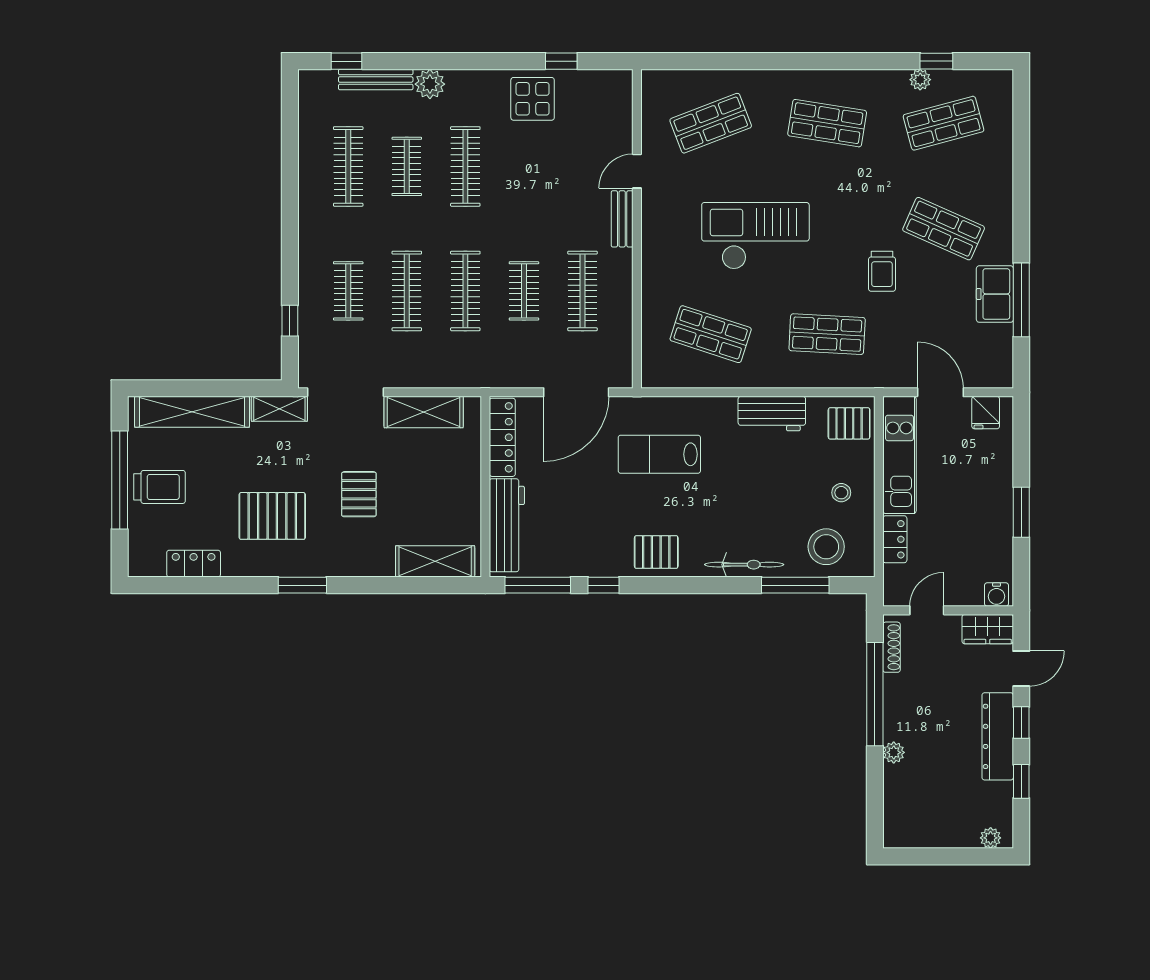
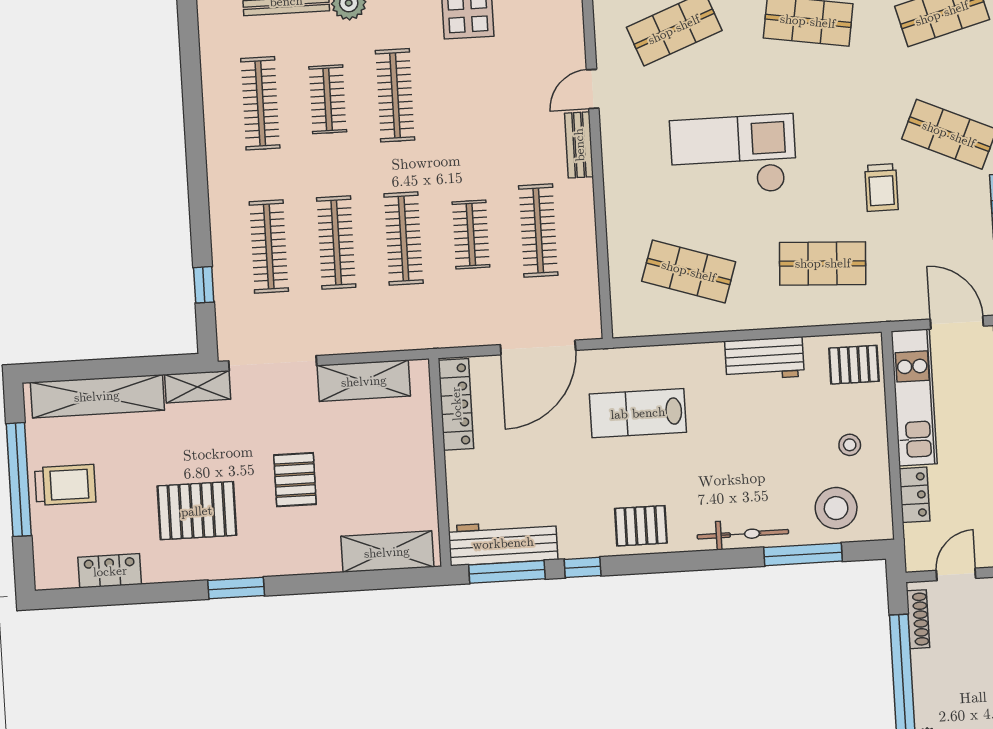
clothes rail: (348, 291) -> (269, 247), width x1.36
workbench: (507, 525) -> (503, 543), moved, turned -90

